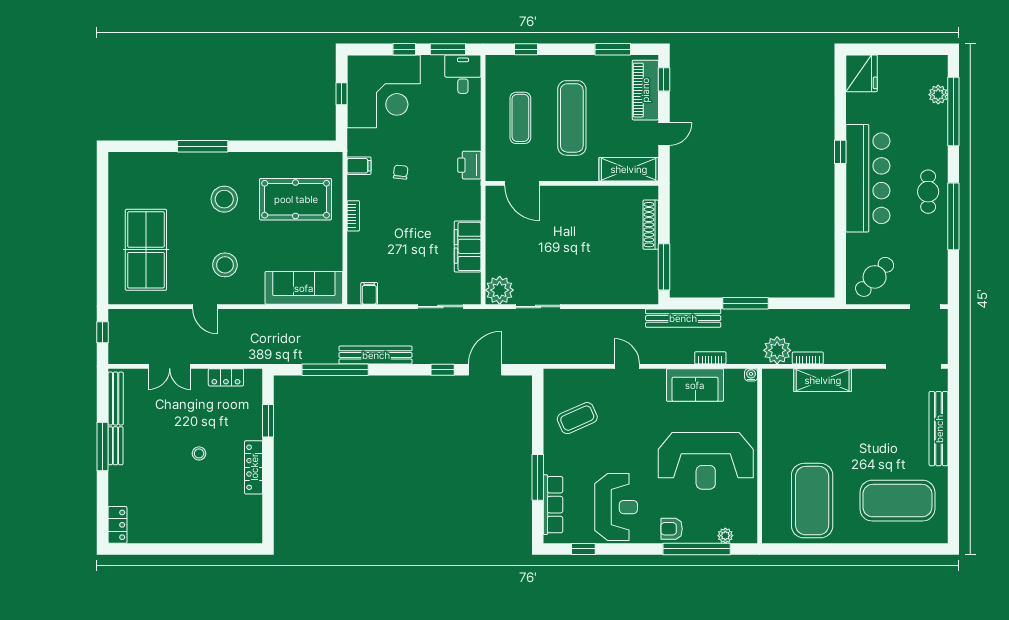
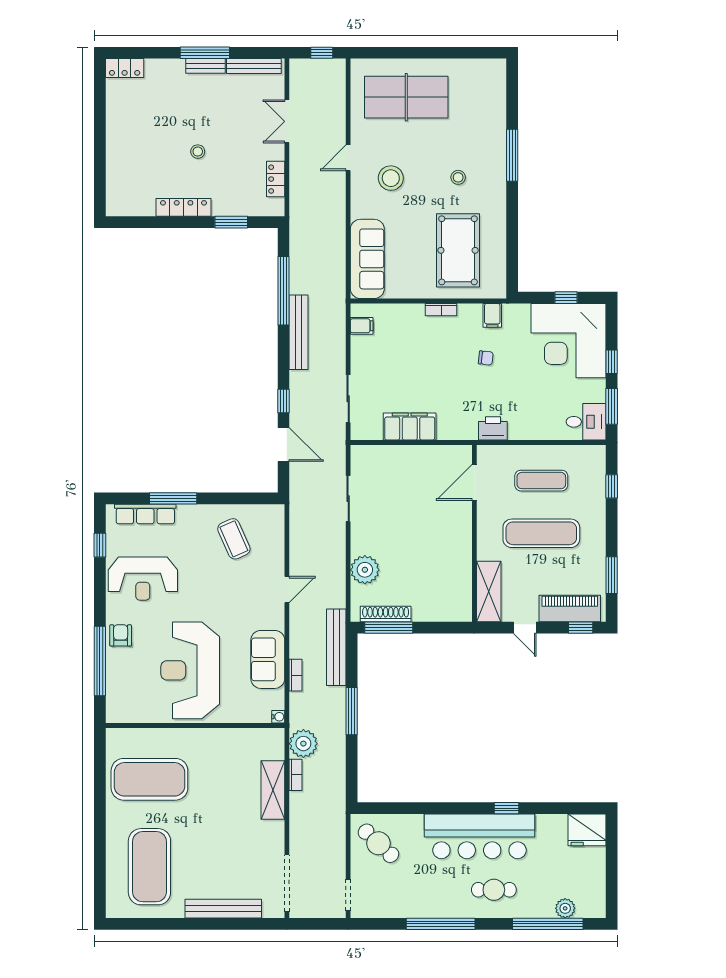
cafe table: (928, 192) -> (494, 890), moved
stool: (224, 199) -> (458, 177), width x0.53, depth x0.53
shoe rack: (651, 225) -> (386, 614), moved
plant: (500, 290) -> (365, 570), moved
plant: (725, 536) -> (114, 690), removed

